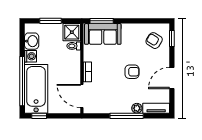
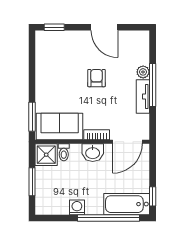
sofa: (103, 34) -> (60, 127), moved, turned -90
washbasin: (32, 41) -> (93, 153), moved, turned 180
armchair: (154, 41) -> (57, 50), removed
bathtub: (36, 89) -> (127, 204), width x0.73, depth x0.73
tv unit: (156, 108) -> (143, 96), moved

